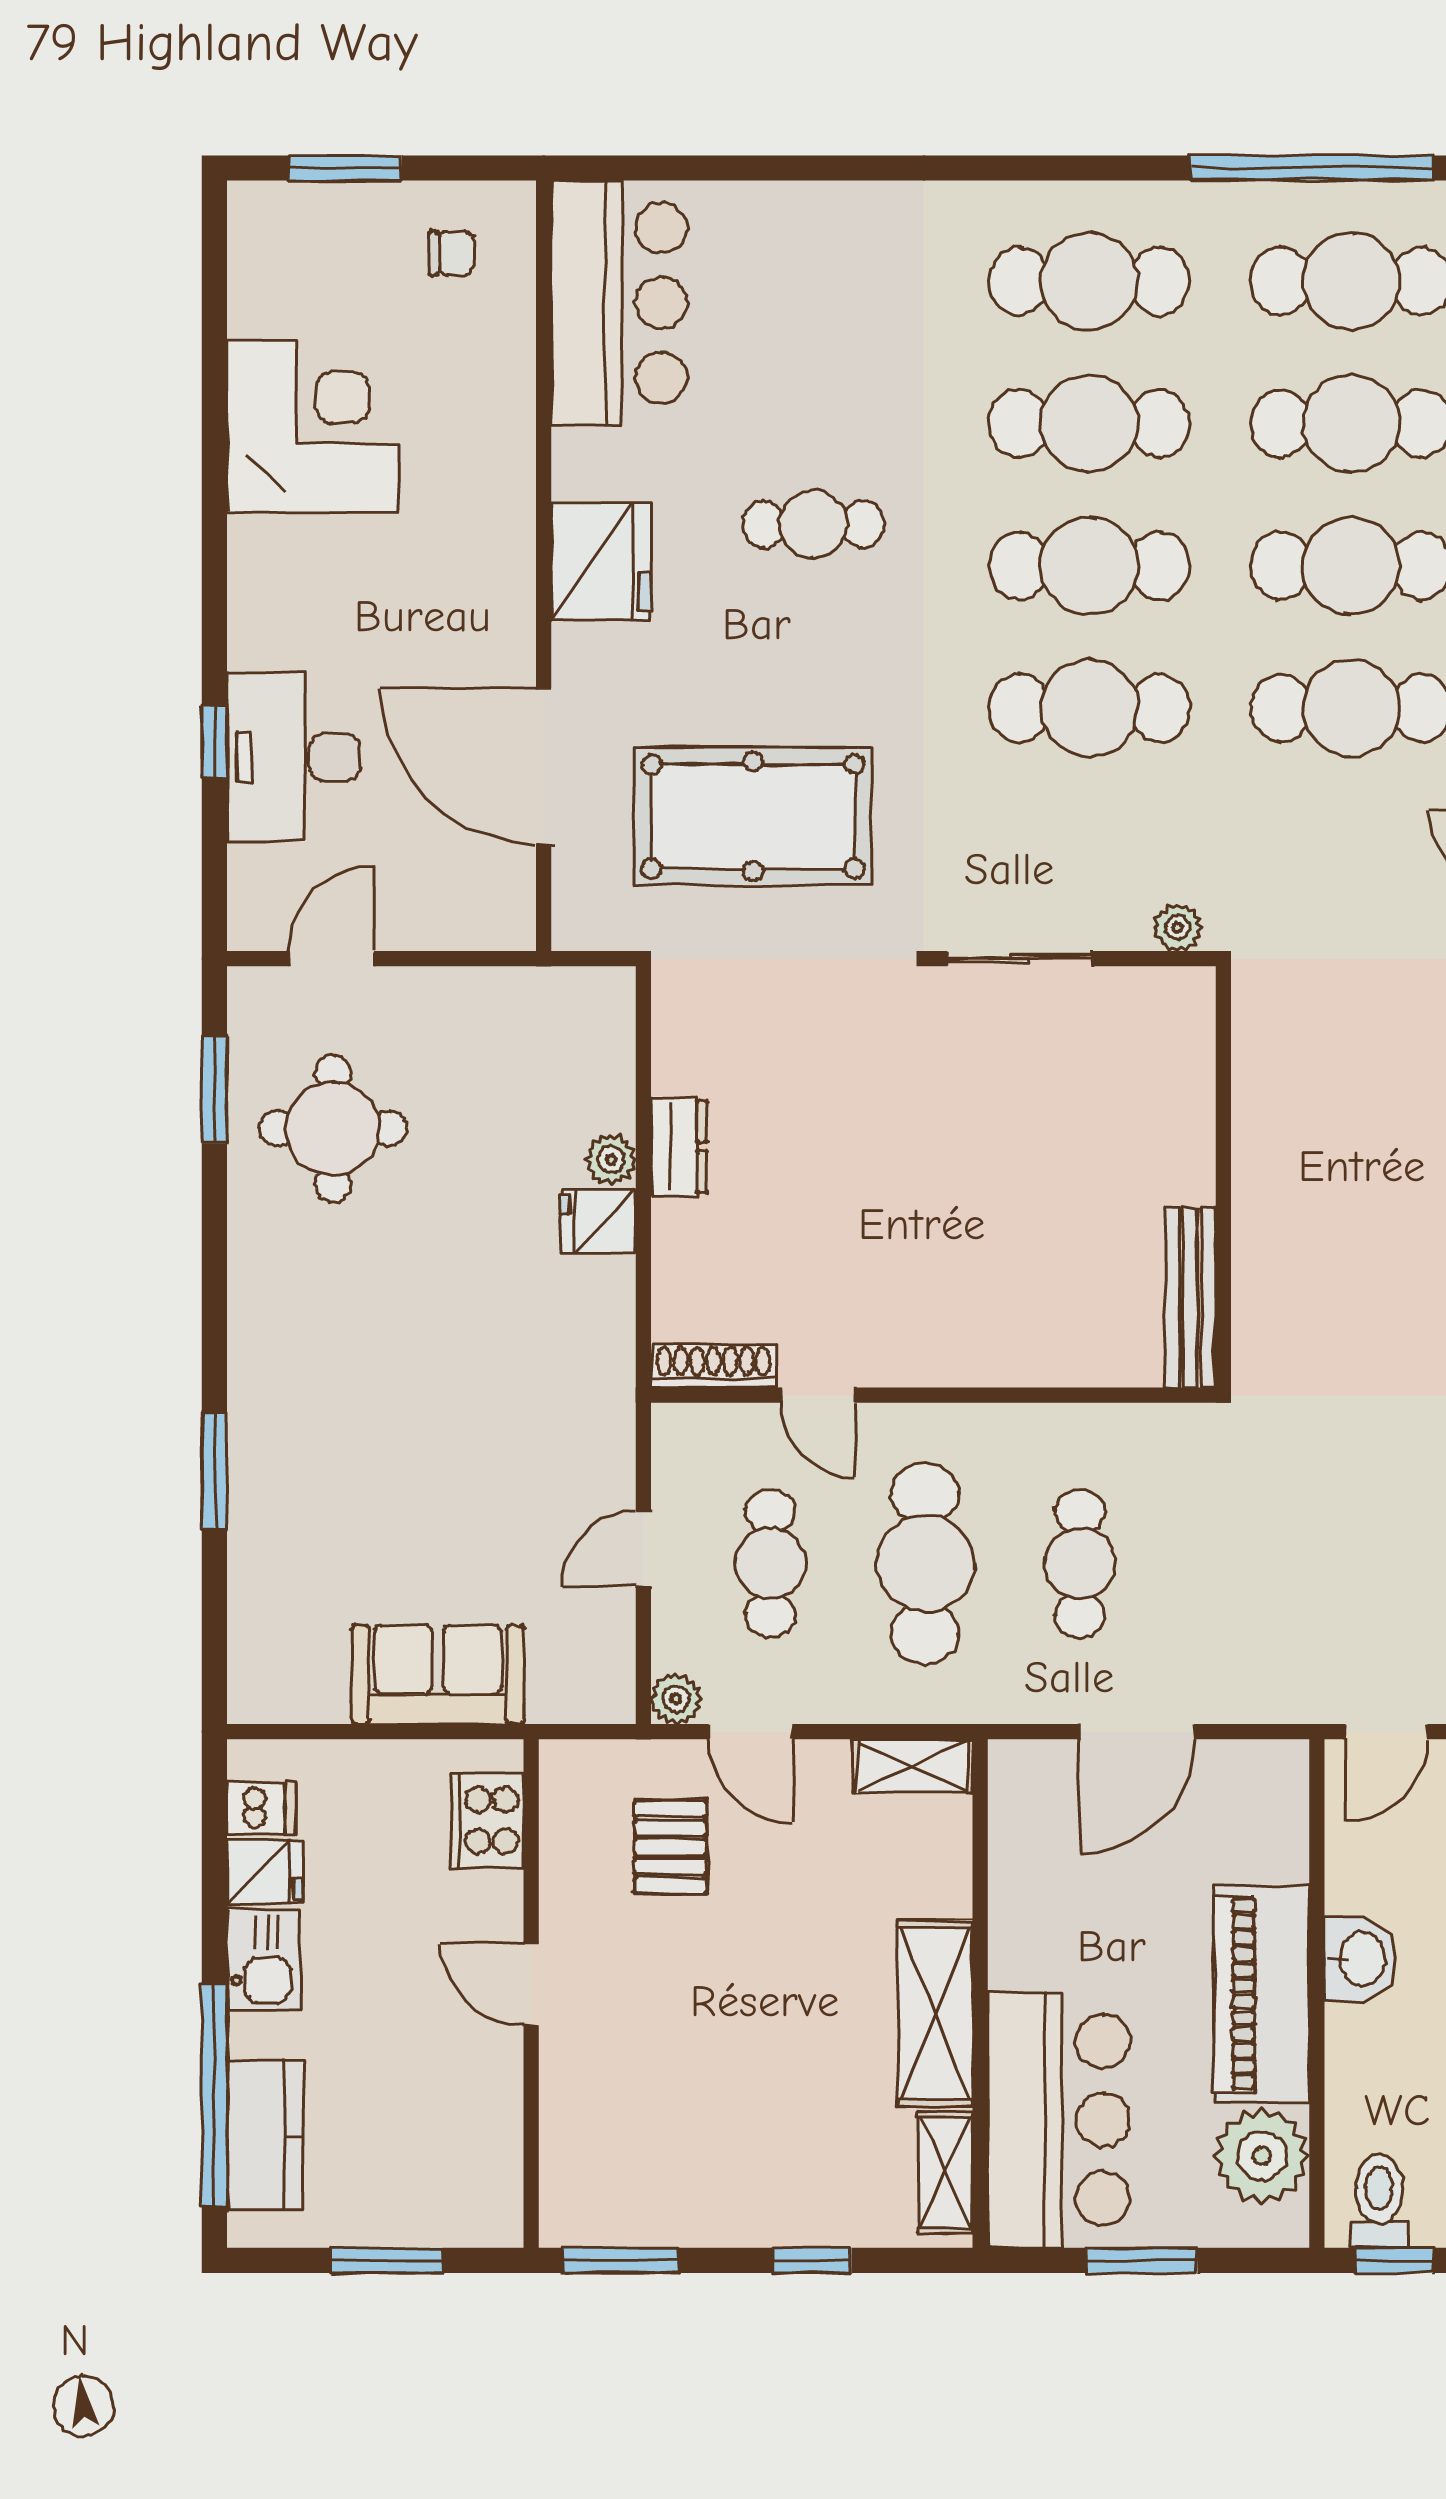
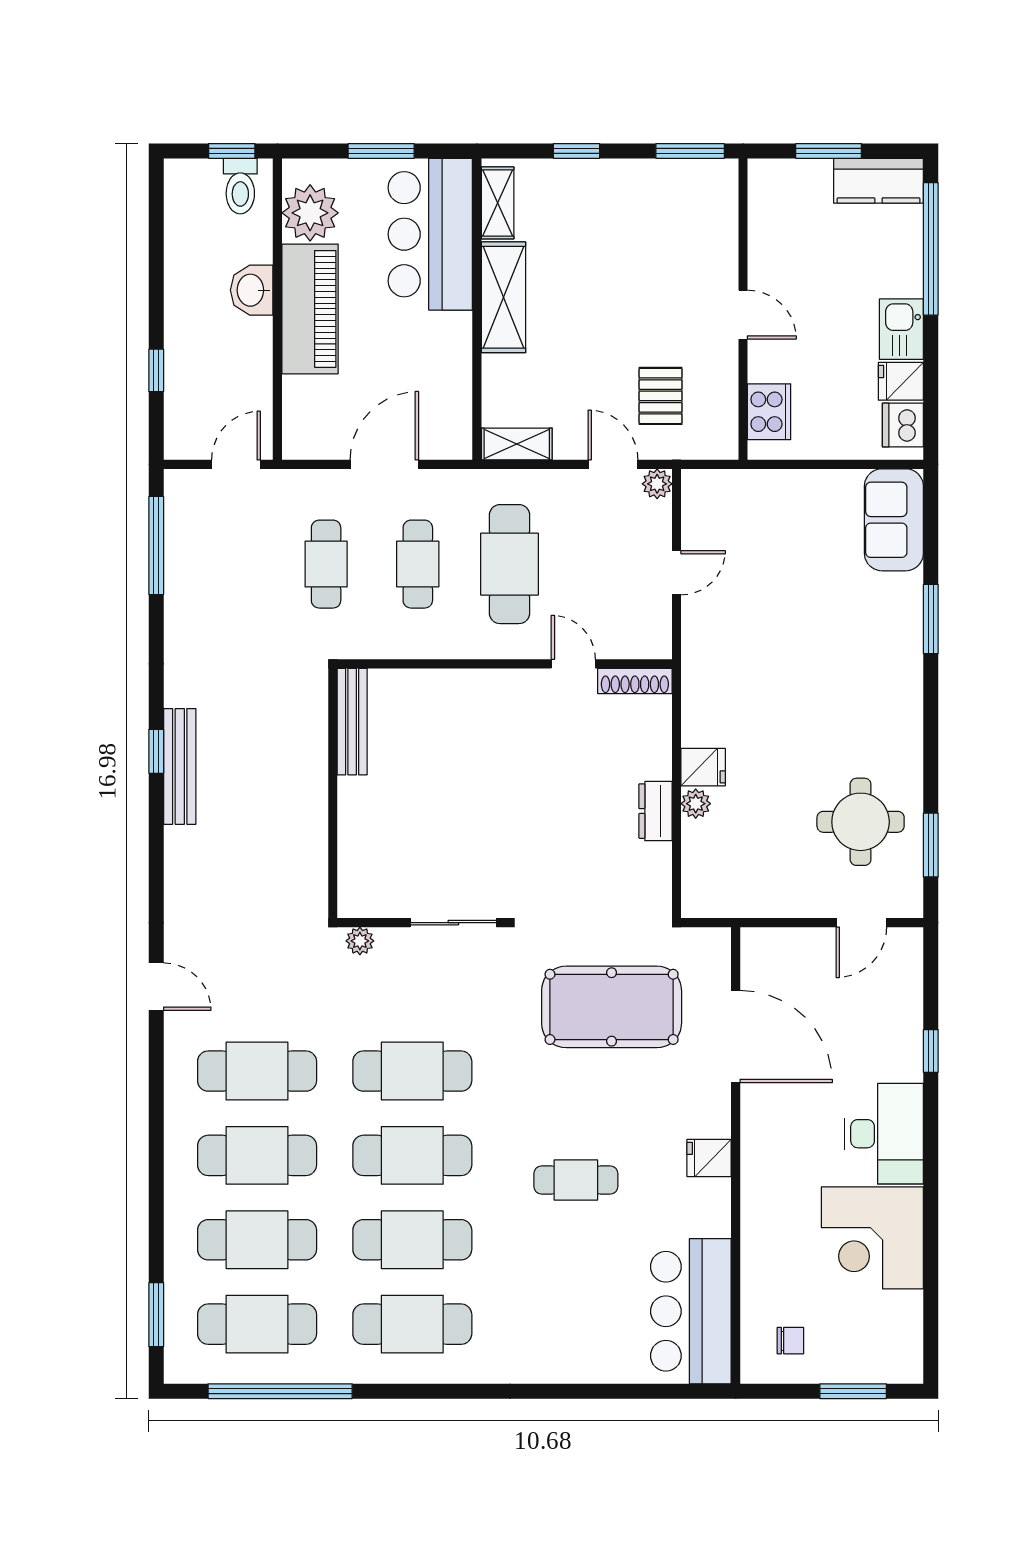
chair: (451, 253) -> (790, 1341), turned 180
fridge: (601, 561) -> (709, 1158), width x0.53, depth x0.75
desk: (294, 757) -> (884, 1134), moved
cafe table: (770, 1563) -> (326, 564), moved
sofa: (438, 1674) -> (894, 520), moved, turned 90
dishwasher: (261, 1808) -> (903, 425), width x1.38
washbasin: (1360, 1959) -> (252, 290), moved
kitchen counter: (265, 2136) -> (878, 181), moved, turned -90

